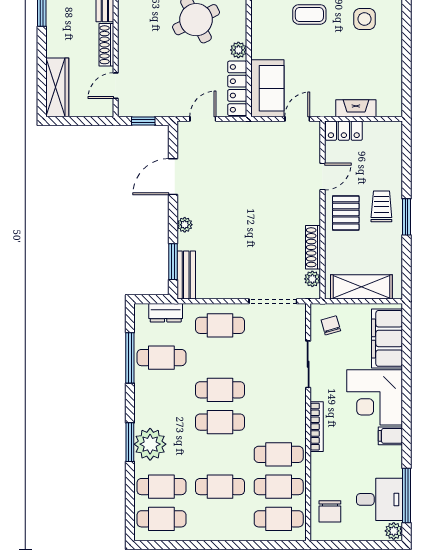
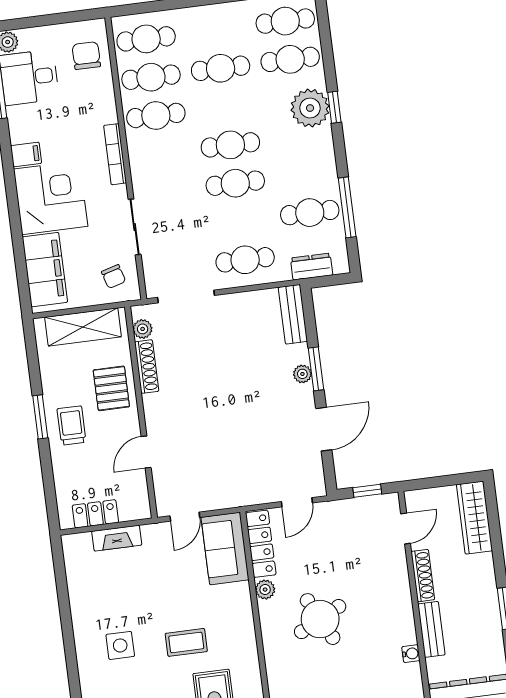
locker: (344, 131) -> (95, 514), moved
trolley: (381, 206) -> (71, 426), turned 180
pallet: (346, 213) -> (111, 388), moved
window: (173, 262) -> (316, 369), moved
window: (130, 442) -> (334, 107), width x0.67

